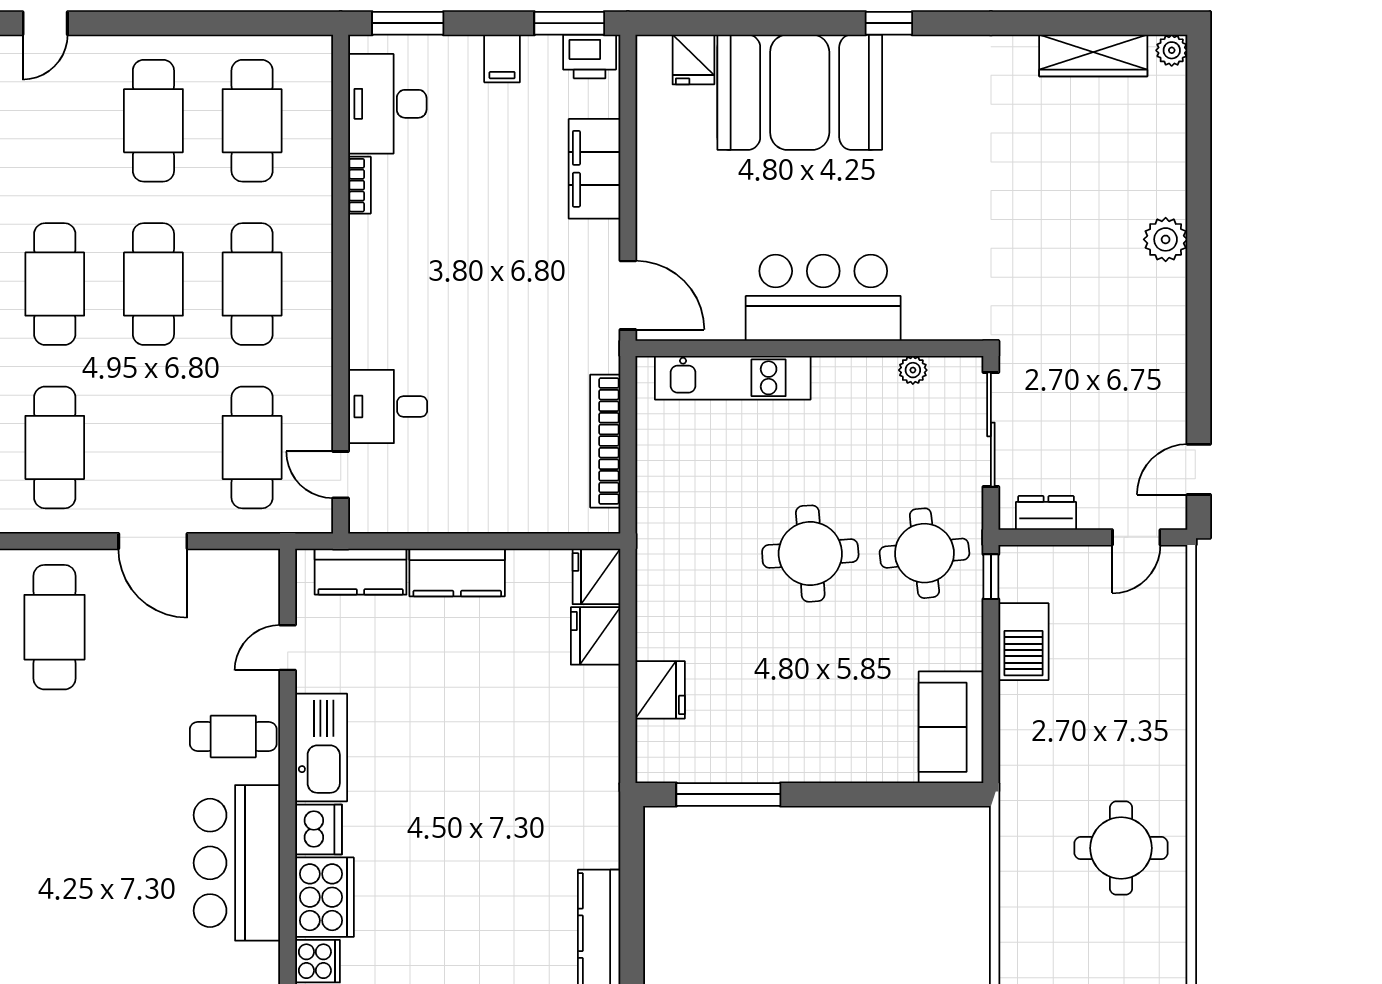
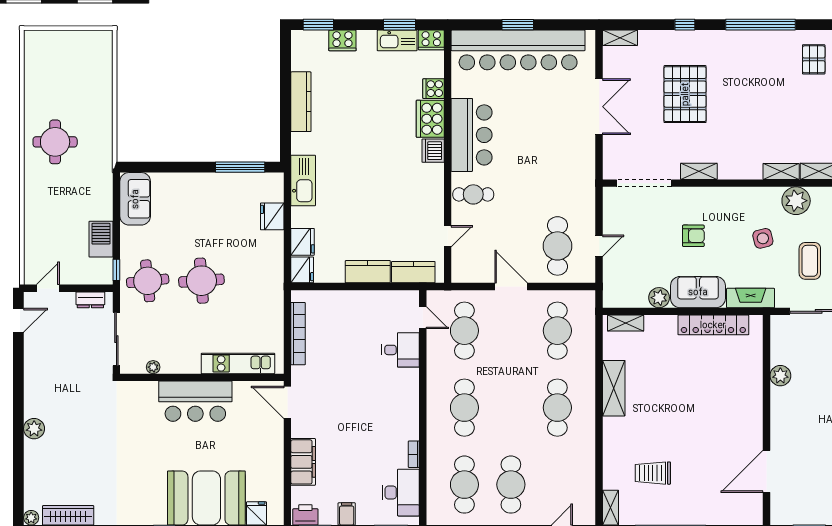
cafe table: (153, 284) -> (511, 408), removed
kitchen sink: (321, 747) -> (303, 181), moved, turned 180

